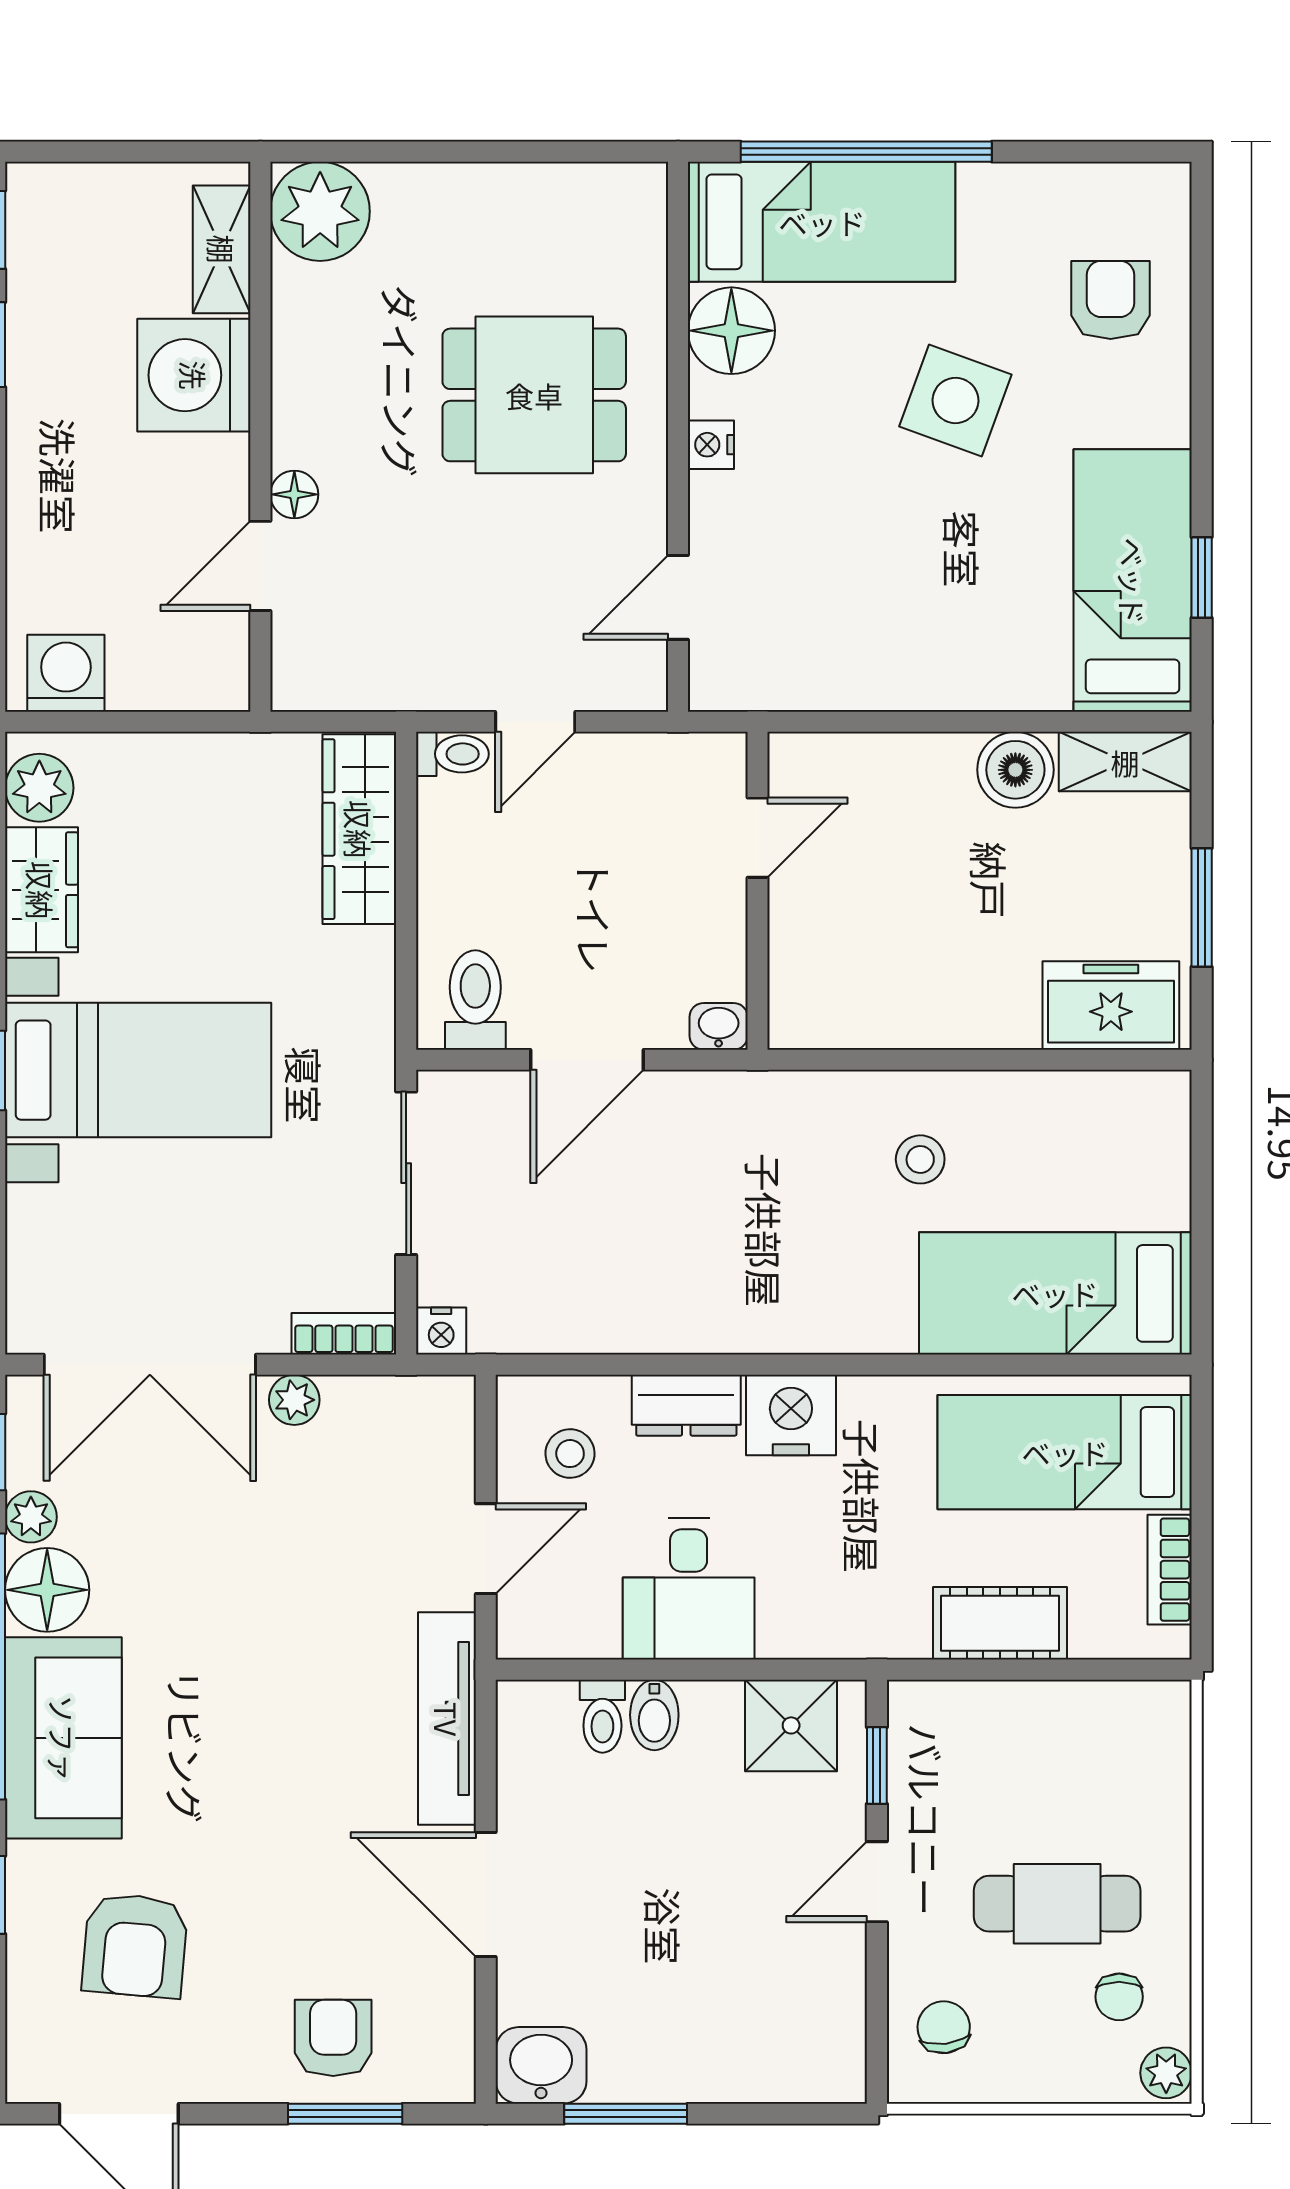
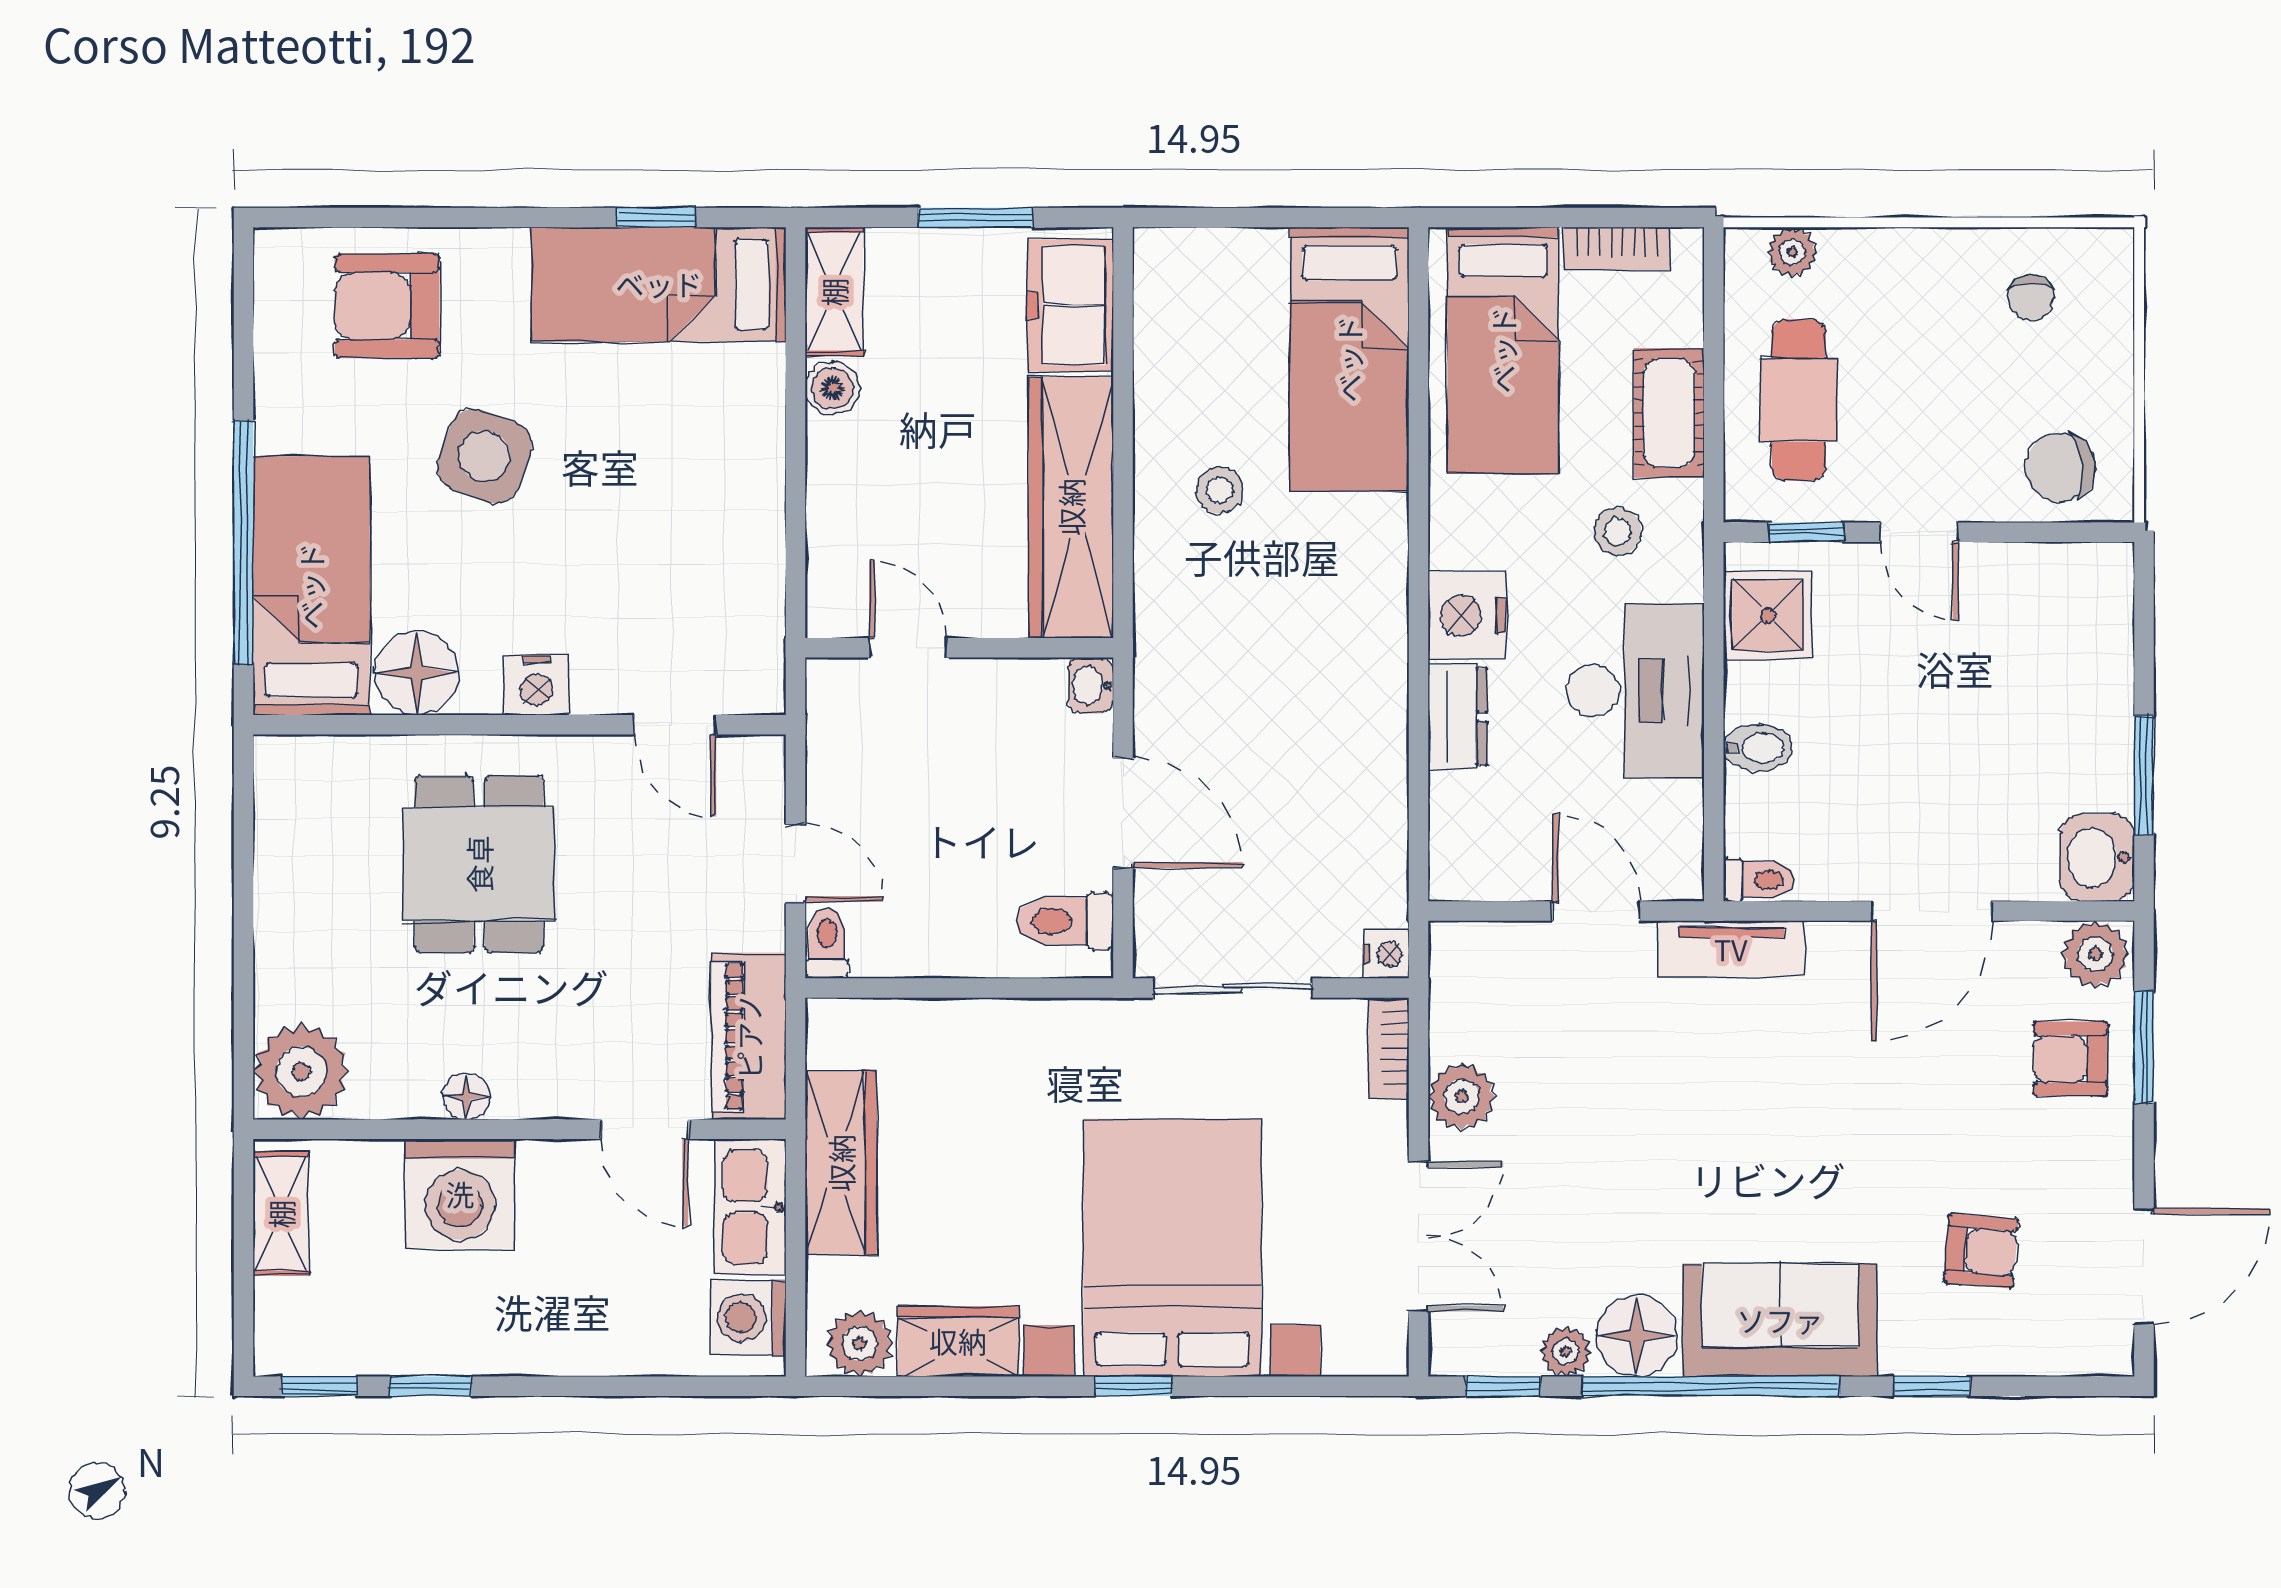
shelving: (222, 249) -> (281, 1214), moved, turned 90
armchair: (1111, 300) -> (387, 306), width x1.38, depth x1.38
nightstand: (711, 445) -> (536, 685), width x1.39, depth x1.35
floor lamp: (294, 494) -> (466, 1096), moved
piano: (357, 673) -> (749, 1036), added
kitchen sink: (180, 675) -> (750, 1207), added
boiler: (1015, 770) -> (832, 388), width x0.73, depth x0.73
wardrobe: (359, 829) -> (841, 1163), moved, turned -90
wardrobe: (902, 1006) -> (1071, 507), added
bed with nightstands: (138, 1070) -> (1172, 1248), width x1.36
double door: (150, 1365) -> (1418, 1236), width x0.73
plant: (294, 1400) -> (1462, 1096), width x1.38, depth x1.38
stool: (570, 1454) -> (1618, 531), moved
desk: (689, 1589) -> (1635, 691), width x1.37
toilet: (602, 1716) -> (1759, 880), moved
tv unit: (447, 1719) -> (1731, 949), width x0.71
cafe table: (1057, 1904) -> (1799, 400), moved
armchair: (135, 1945) -> (1981, 1251), width x0.72, depth x0.72
chair: (1119, 1997) -> (2031, 298), turned 90
chair: (944, 2027) -> (2060, 467), width x1.37, depth x1.37
plant: (441, 2063) -> (2095, 954), added
plant: (1166, 2073) -> (1792, 252), moved

